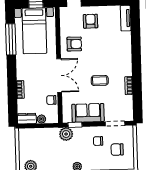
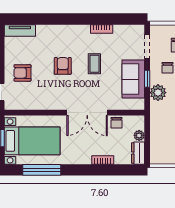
armchair: (74, 44) -> (63, 66), moved
double door: (59, 76) -> (87, 113), swing flipped
window: (75, 125) -> (147, 79), moved
plant: (66, 134) -> (158, 93), moved

